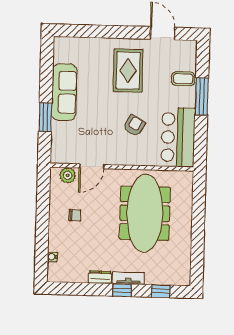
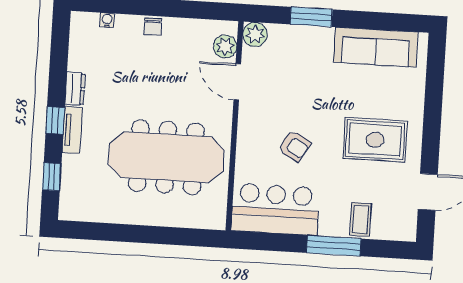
sofa: (64, 92) -> (376, 47), moved
plant: (59, 155) -> (255, 34), added
chair: (75, 215) -> (153, 27), moved

